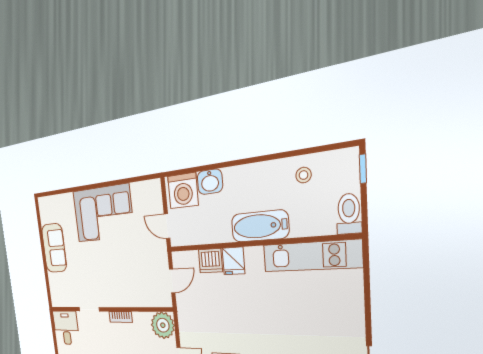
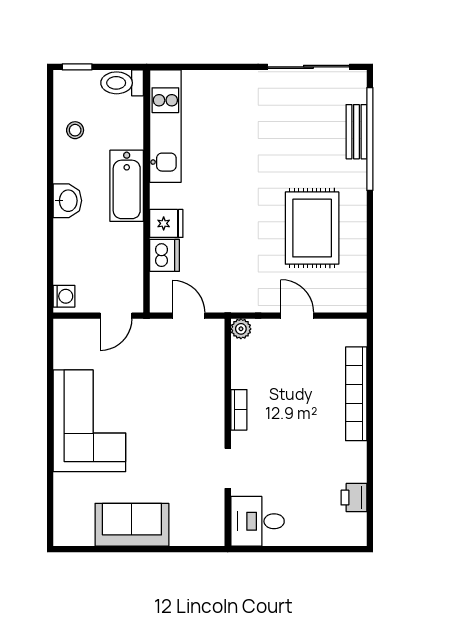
washbasin: (210, 182) -> (67, 201), moved
washing machine: (183, 191) -> (64, 296), width x0.53, depth x0.53
plant: (163, 325) -> (241, 329), width x0.53, depth x0.53

